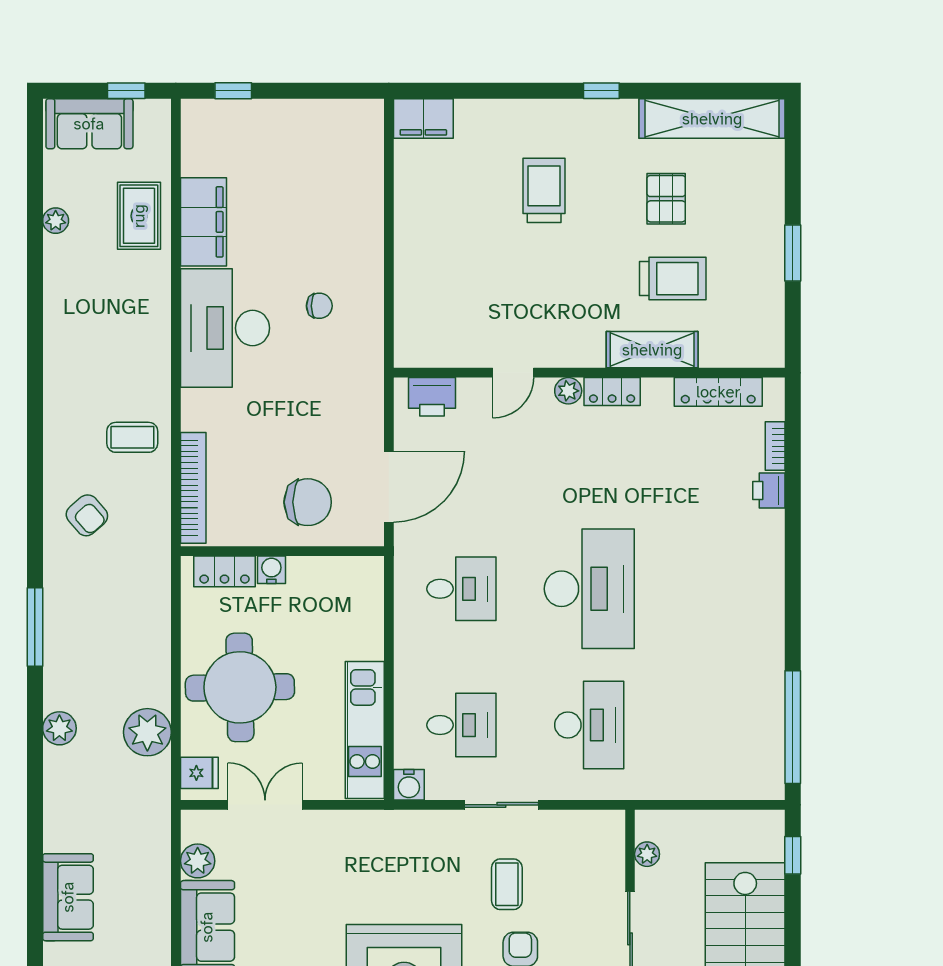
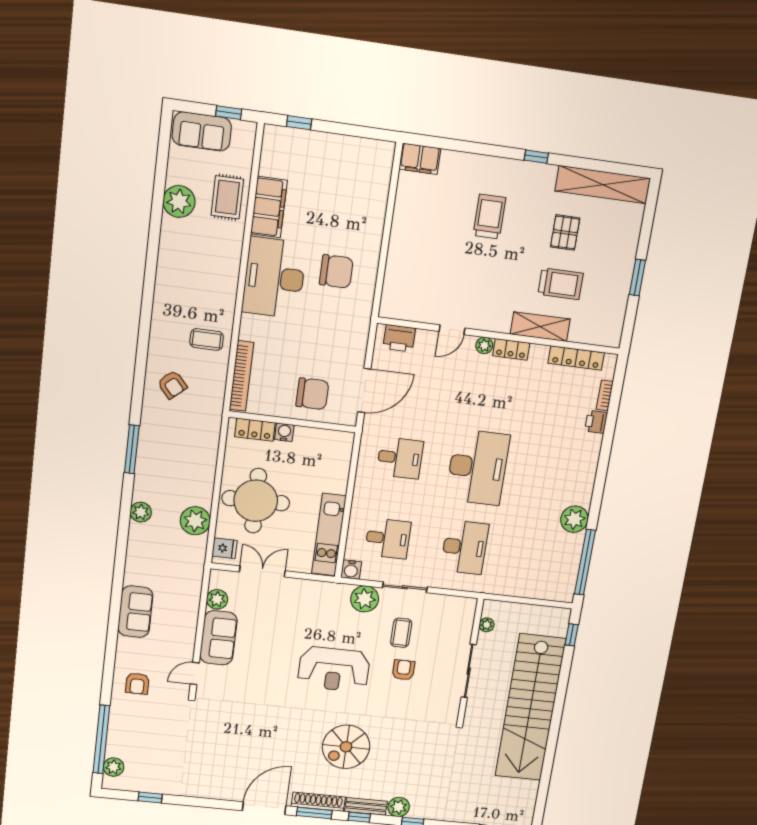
plant: (56, 221) -> (179, 202), width x1.88, depth x1.88
chair: (319, 306) -> (336, 271), width x1.87, depth x1.87
plant: (762, 656) -> (574, 519), added
plant: (438, 832) -> (365, 599), added

